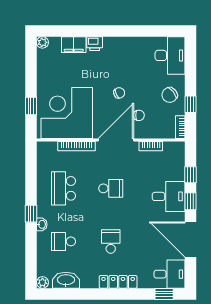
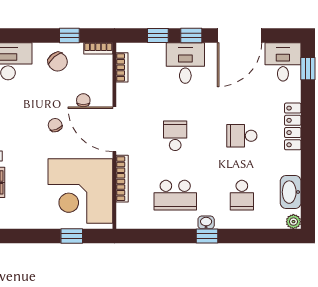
bookcase: (151, 146) -> (122, 67), moved
washbasin: (42, 224) -> (206, 222), moved

